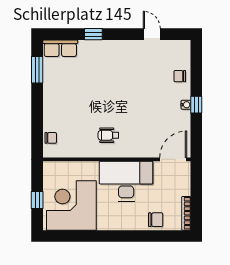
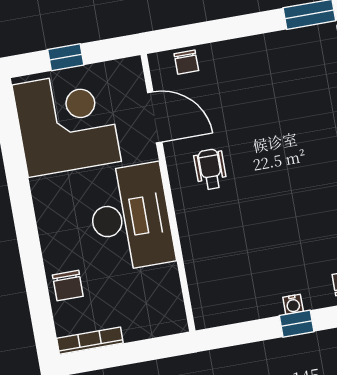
door: (173, 159) -> (155, 117), moved

